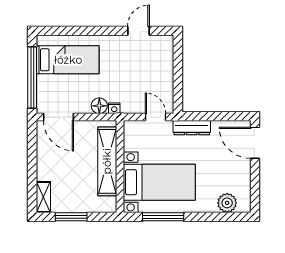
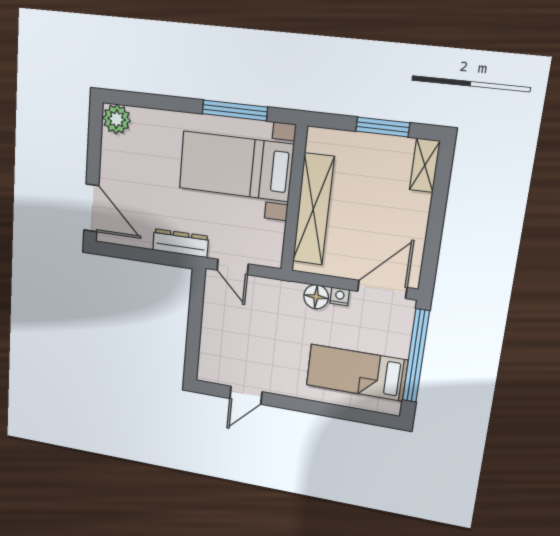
nightstand: (114, 108) -> (340, 296), moved
door: (58, 117) -> (382, 289), hinge flipped
plant: (227, 203) -> (117, 119), moved

